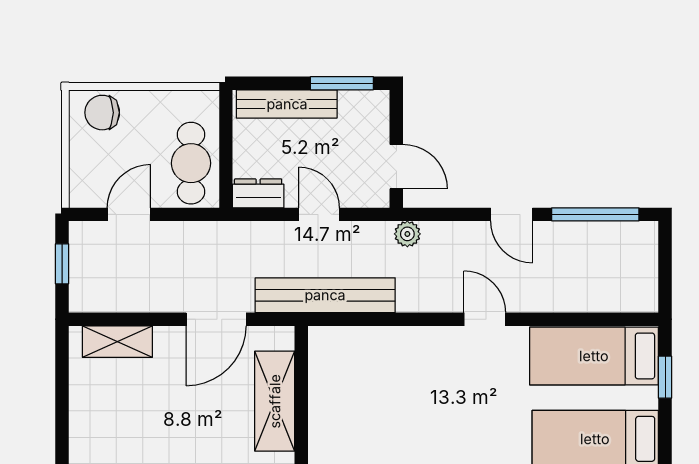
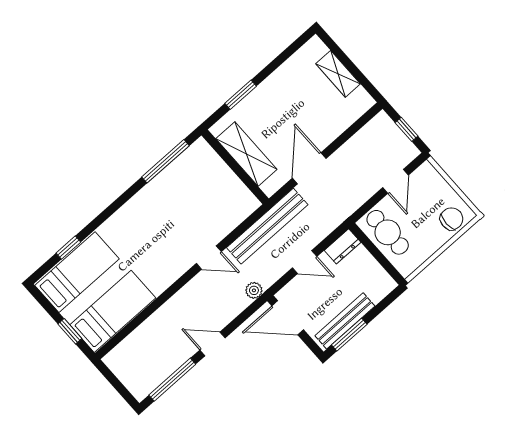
bench: (287, 104) -> (345, 321), moved
door: (396, 167) -> (288, 318), width x1.38
door: (485, 319) -> (209, 258), moved
shelving: (117, 342) -> (338, 74), moved, turned 90

